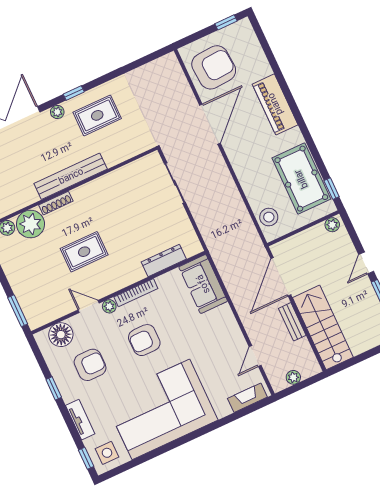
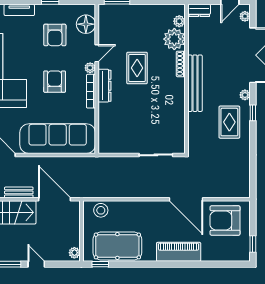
armchair: (214, 67) -> (225, 220), turned 94
dresser: (164, 261) -> (105, 86), moved
sofa: (203, 284) -> (58, 139), width x1.85, depth x1.27

